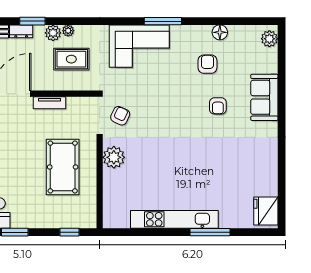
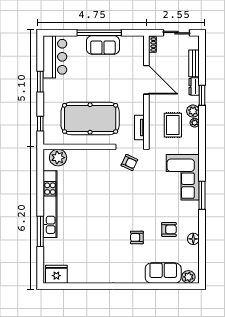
sofa: (264, 97) -> (163, 273), moved
tv unit: (50, 103) -> (139, 128), moved
plant: (114, 157) -> (58, 158), moved
pool table: (63, 167) -> (90, 118), width x1.36, depth x1.32

